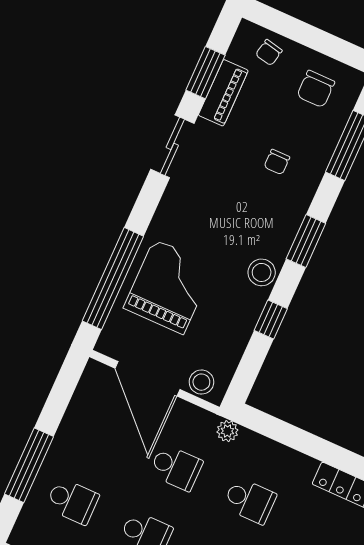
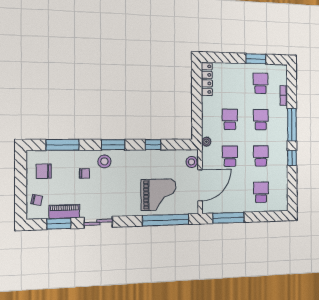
chair: (316, 89) -> (44, 171), turned 180
stool: (262, 272) -> (104, 161), moved
grand piano: (169, 287) -> (159, 195), turned 180
window: (29, 465) -> (228, 218), moved

